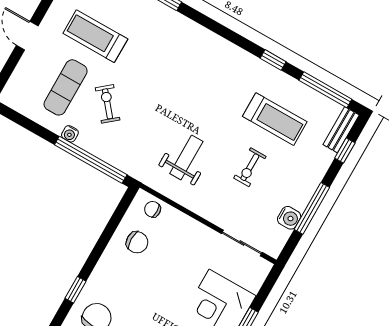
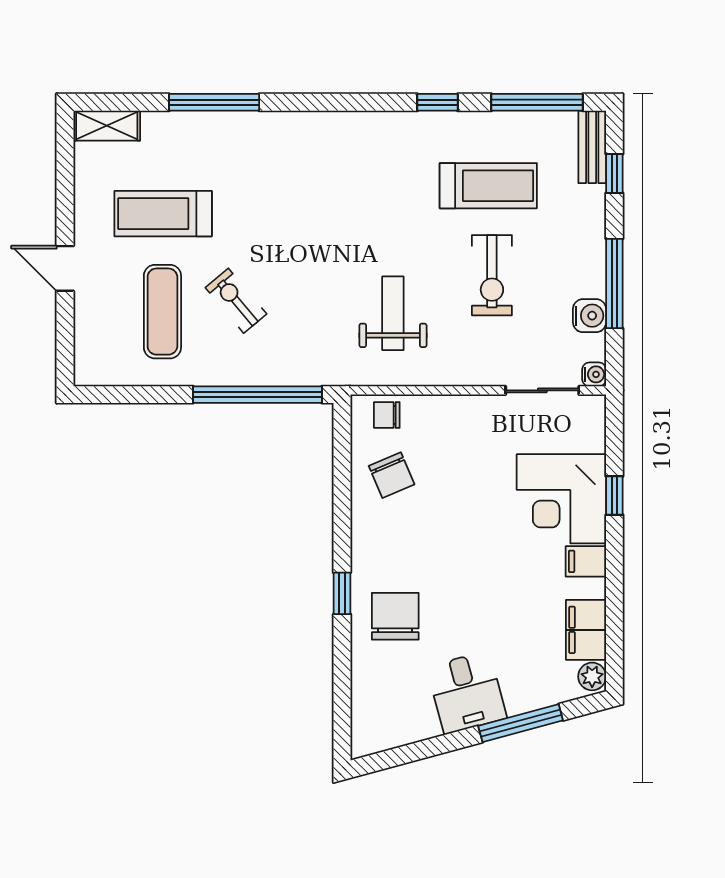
water cooler: (70, 134) -> (594, 374), moved, turned -90
exercise bike: (250, 167) -> (492, 275), width x1.38, depth x1.39
chair: (137, 242) -> (392, 475), turned 67

